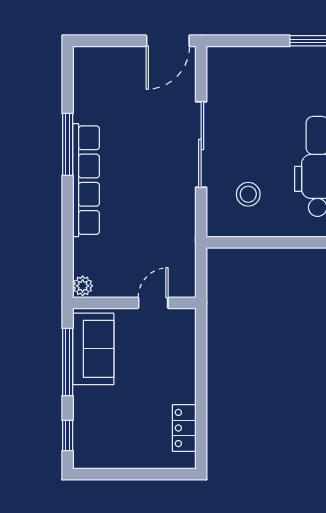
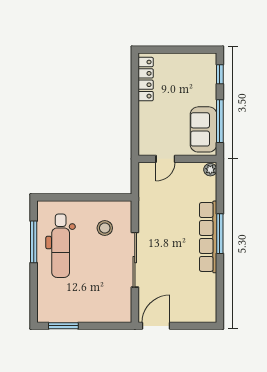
window: (68, 144) -> (220, 234), moved
locker: (184, 428) -> (146, 79), width x1.53

